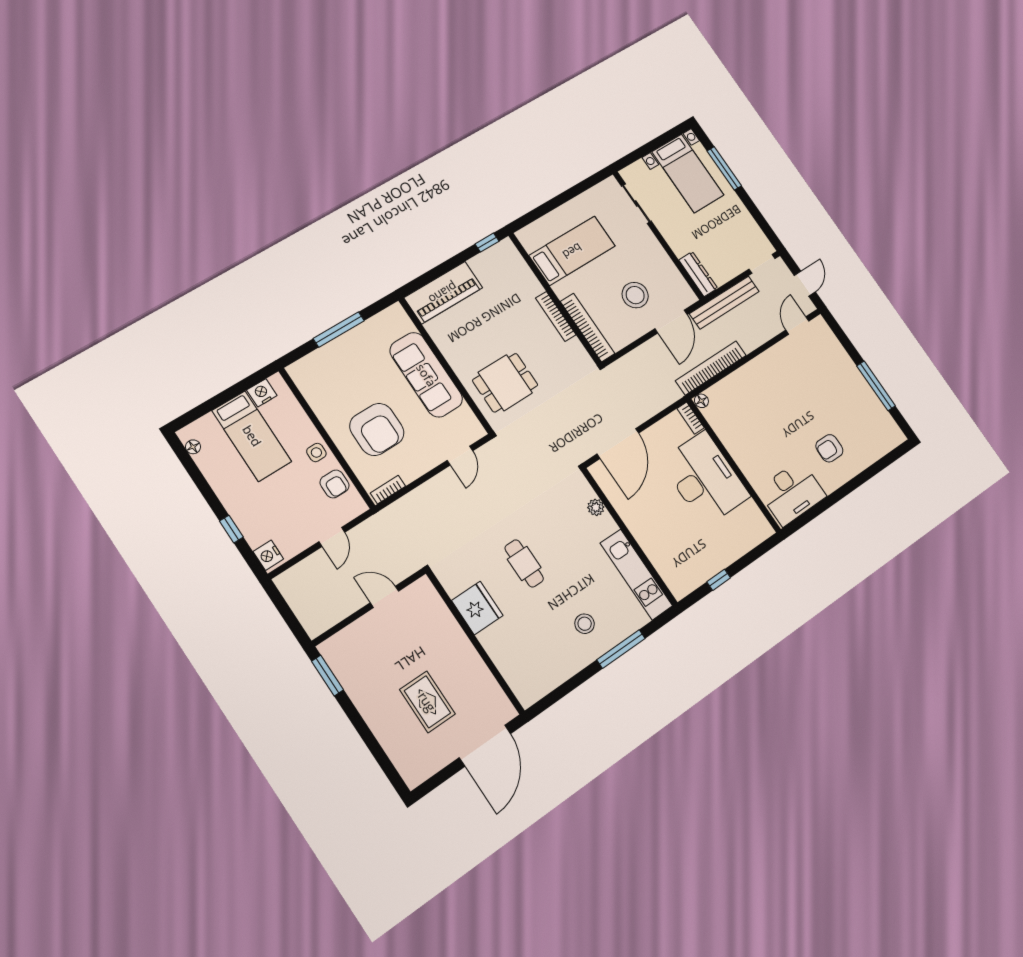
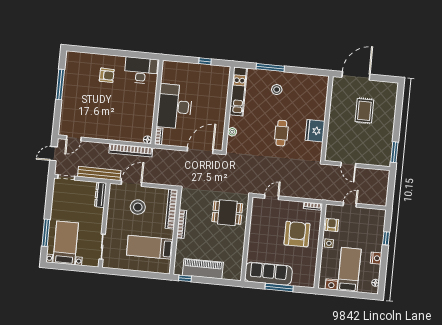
piano: (443, 293) -> (203, 269), moved
sofa: (426, 375) -> (268, 274), moved, turned -90
nightstand: (268, 555) -> (376, 258), moved

